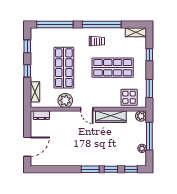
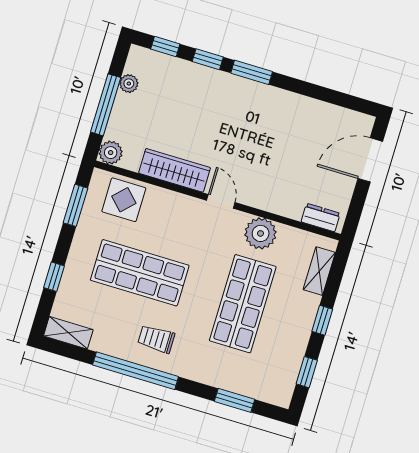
window: (55, 25) -> (234, 400), width x0.47

